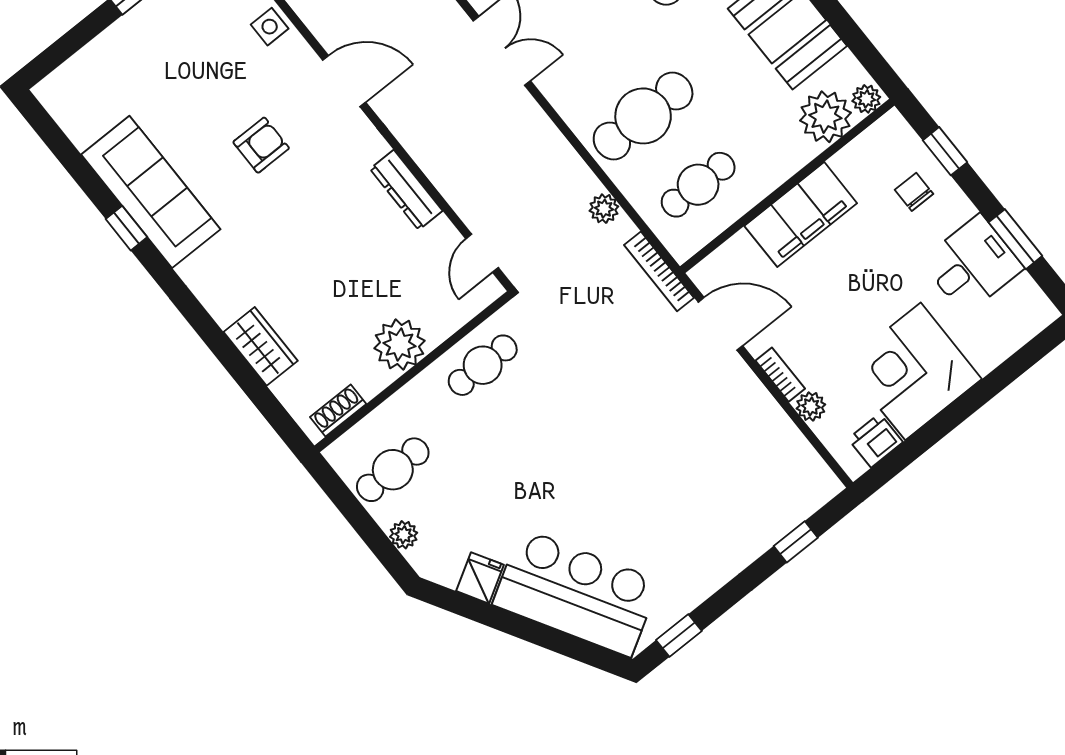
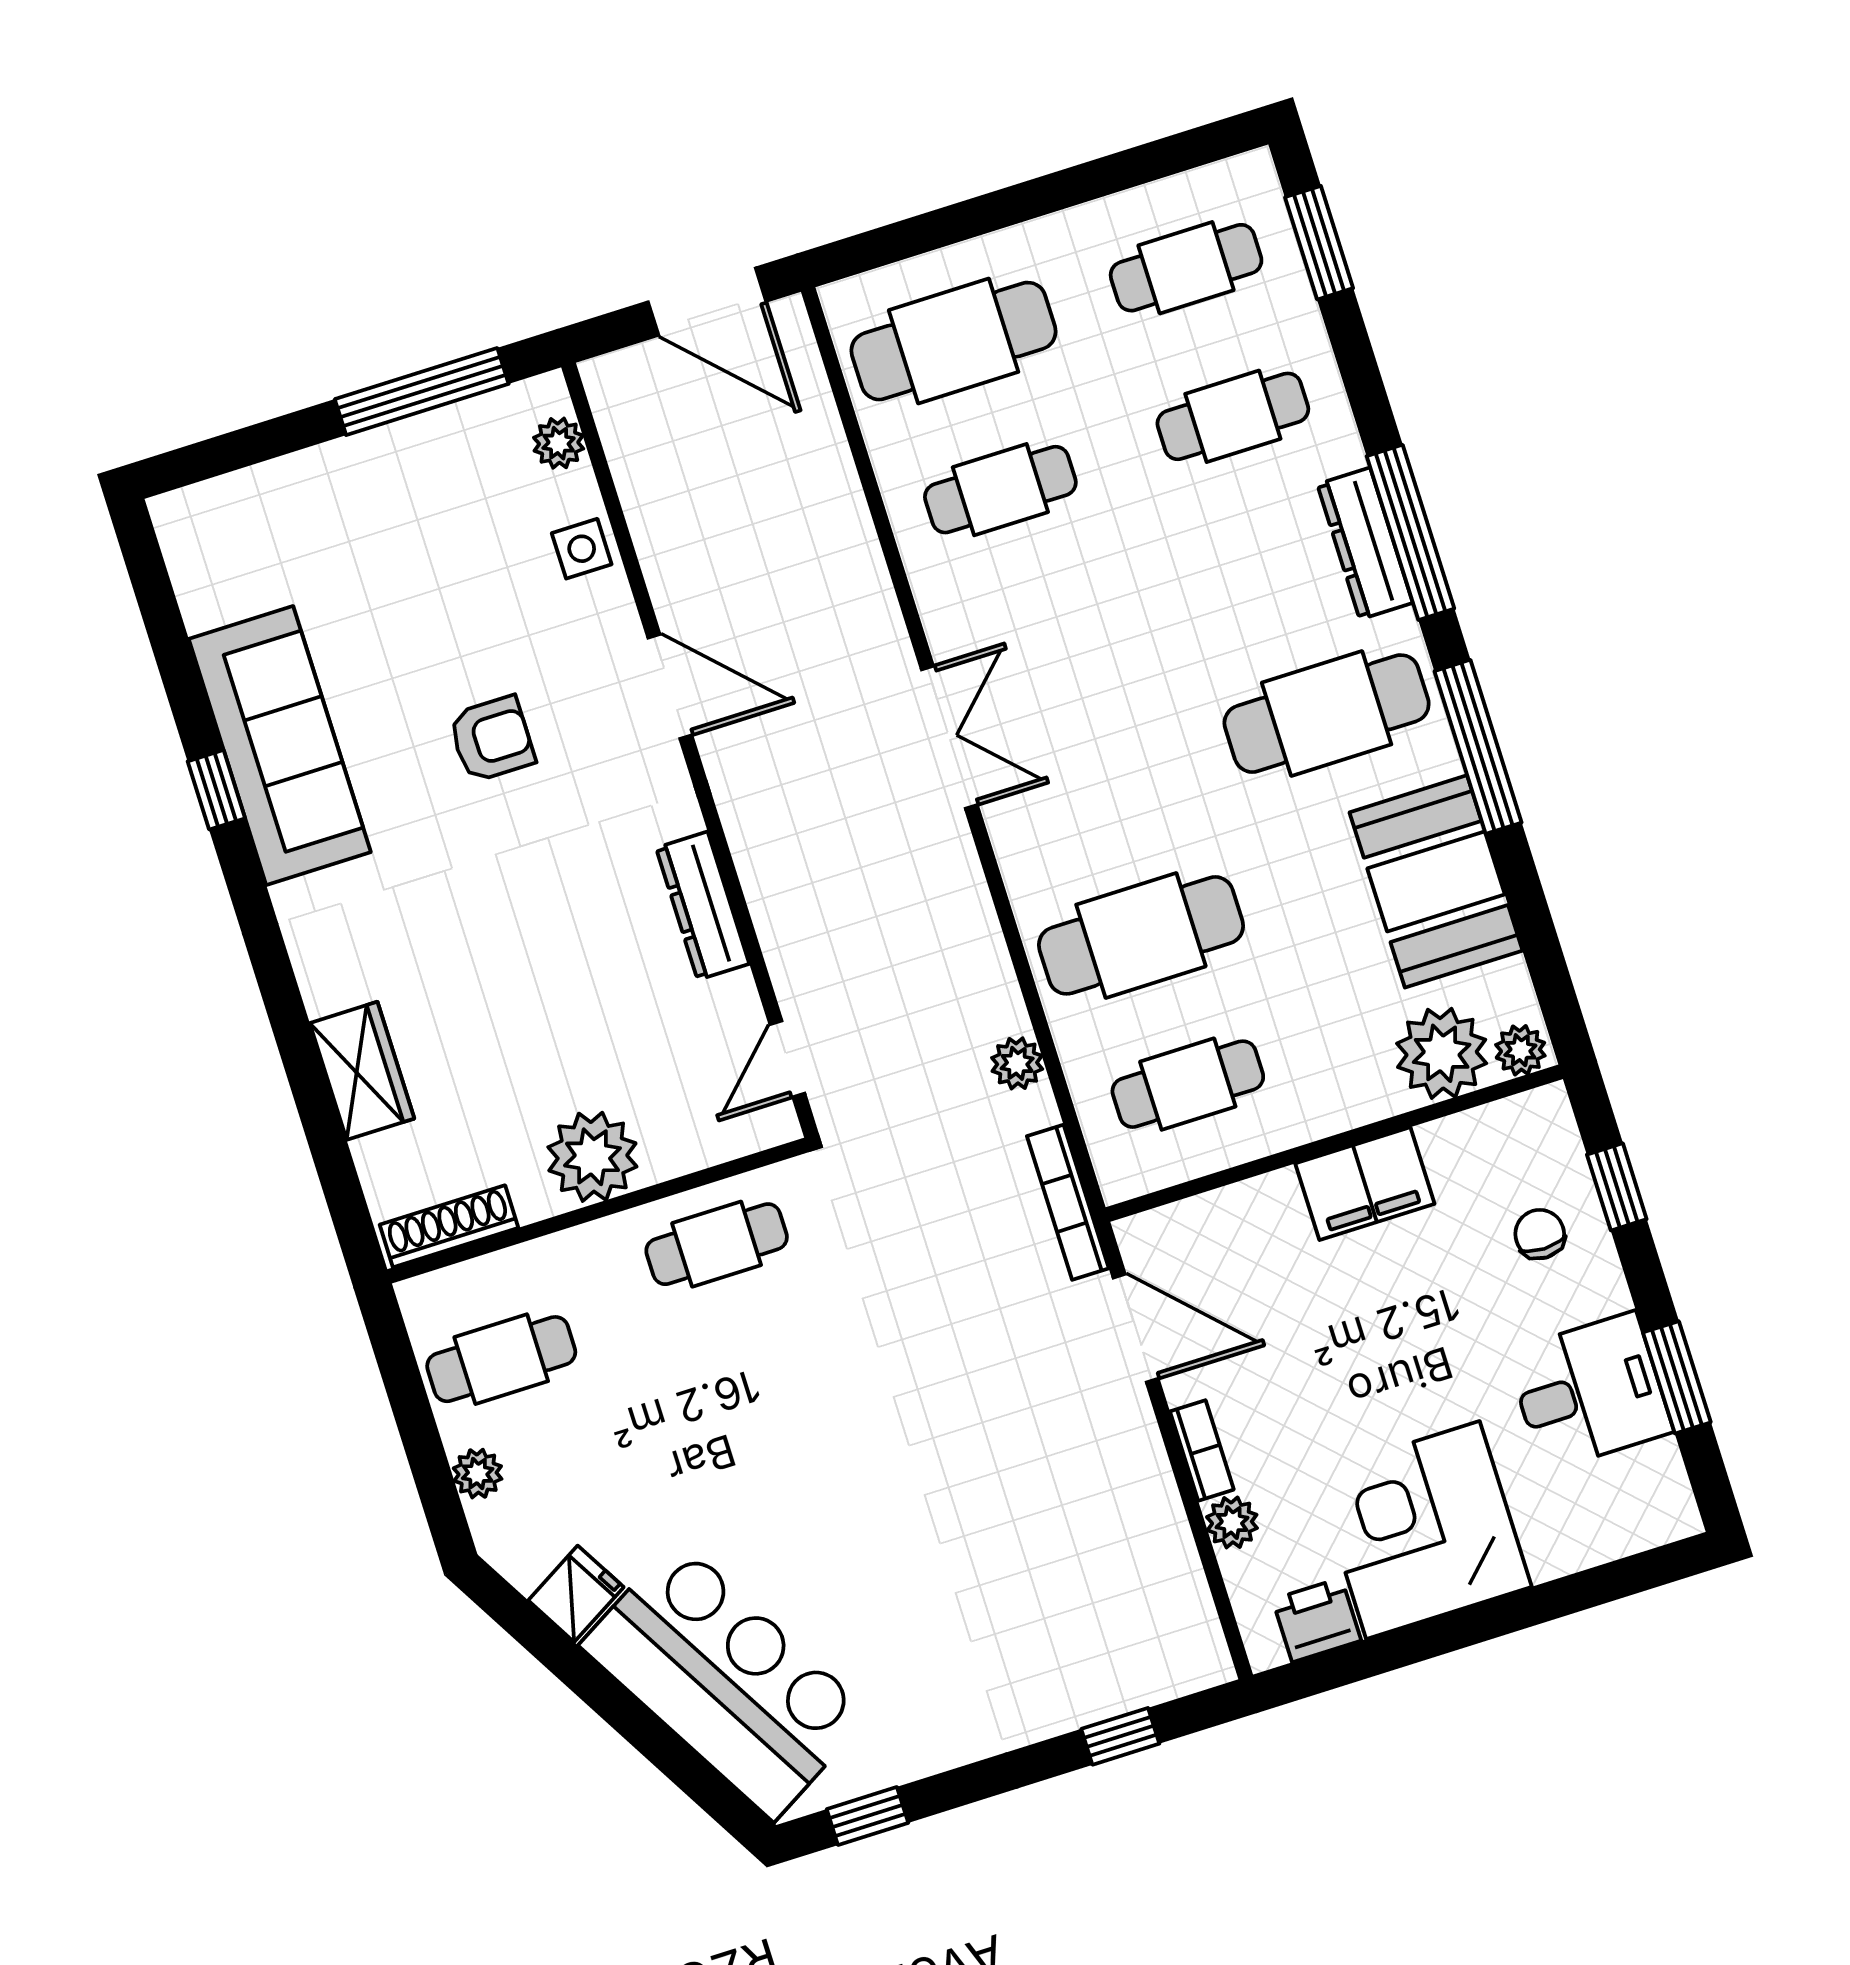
filing cabinet: (801, 215) -> (1365, 1184), width x0.67, depth x0.86
shoe rack: (338, 410) -> (449, 1226), width x1.43

